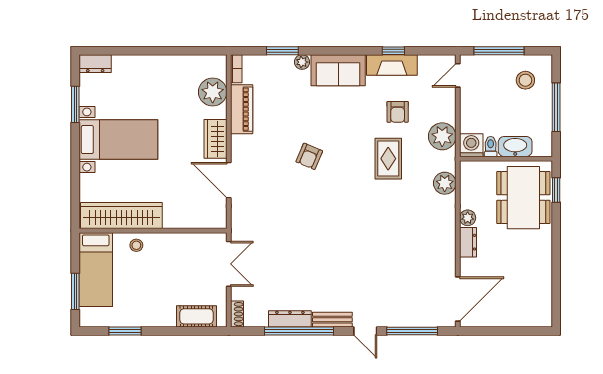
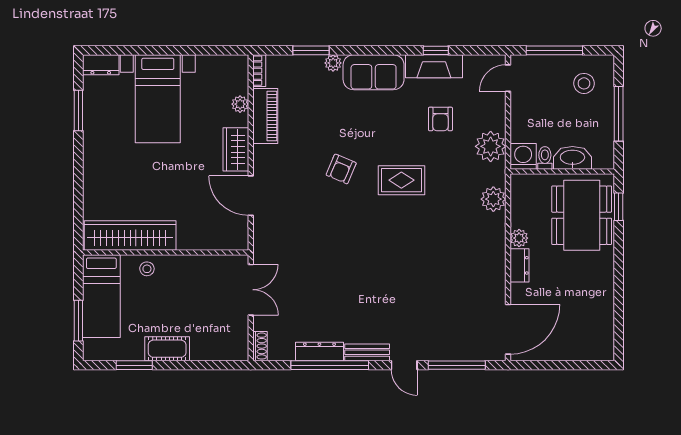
plant: (213, 92) -> (240, 104), width x0.53, depth x0.53
bed with nightstands: (118, 140) -> (158, 99), moved, turned 90
rug: (388, 159) -> (401, 180), moved, turned 90
cot: (197, 316) -> (167, 349), moved

